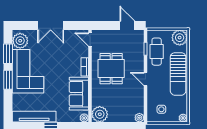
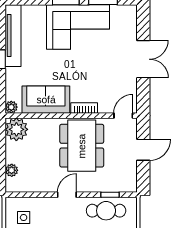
double door: (51, 26) -> (143, 59), swing flipped
door: (127, 26) -> (143, 150), moved
plant: (20, 41) -> (122, 16), removed
dining table: (111, 69) -> (82, 146), width x1.38
plant: (139, 118) -> (12, 170), moved

